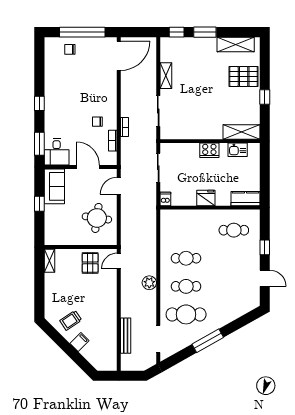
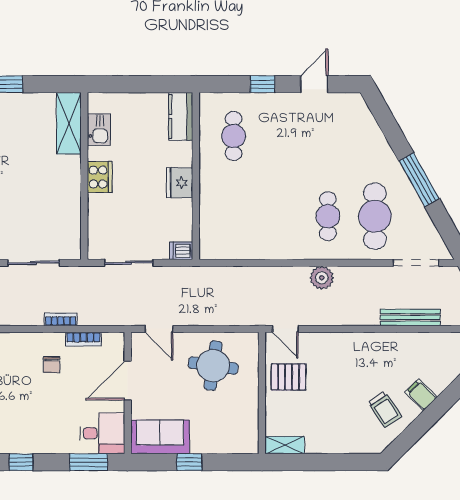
cafe table: (186, 258) -> (281, 216), removed

